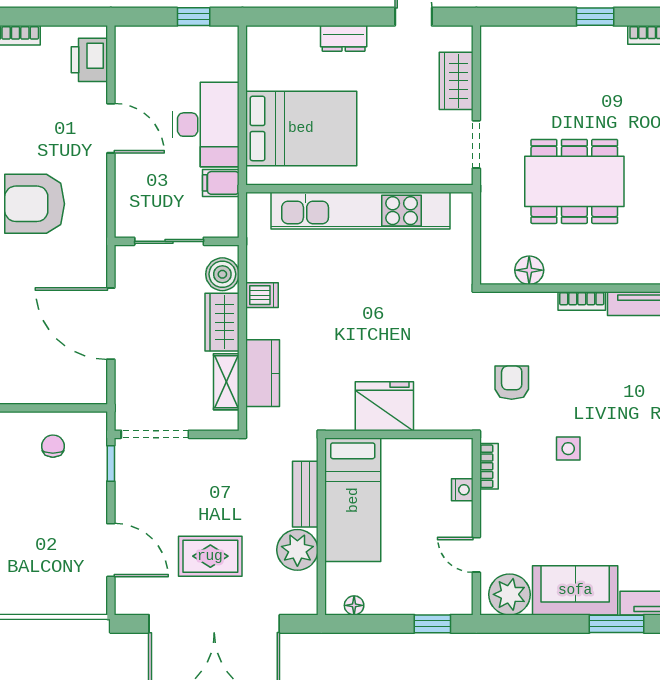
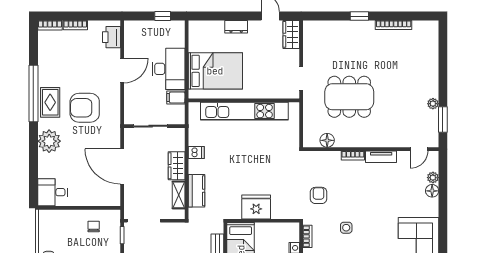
wardrobe: (456, 81) -> (291, 34), moved
door: (111, 128) -> (122, 71), hinge flipped
boiler: (222, 274) -> (177, 142), removed

